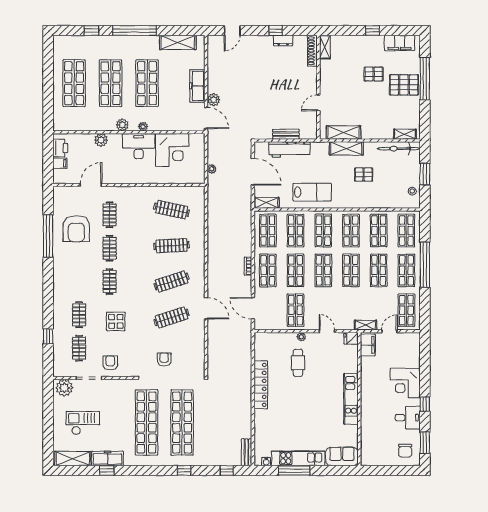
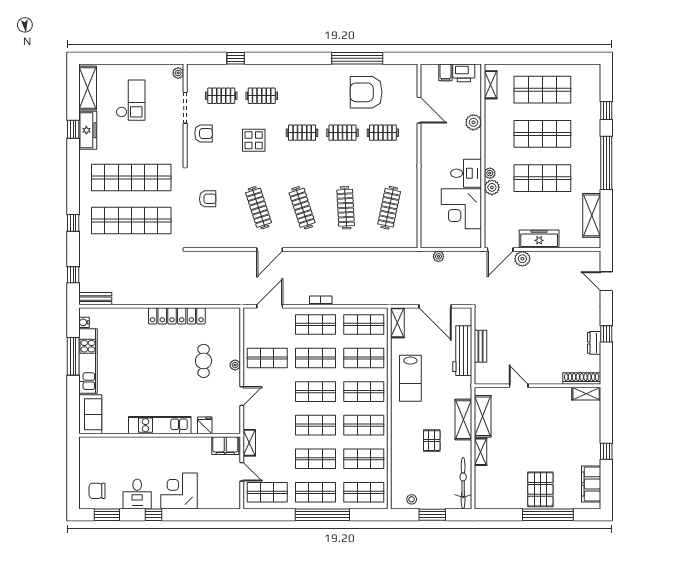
pallet: (373, 74) -> (553, 452), removed
plant: (122, 125) -> (492, 187), moved
shelving: (70, 126) -> (491, 85), added
shelving: (405, 134) -> (481, 452), moved
desk: (139, 146) -> (466, 173), width x0.73
door: (253, 172) -> (435, 306), hinge flipped
fridge: (351, 338) -> (205, 425), moved
cafe table: (298, 363) -> (204, 361), turned 90
plant: (64, 388) -> (178, 73), width x0.53, depth x0.53

